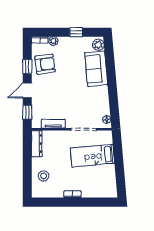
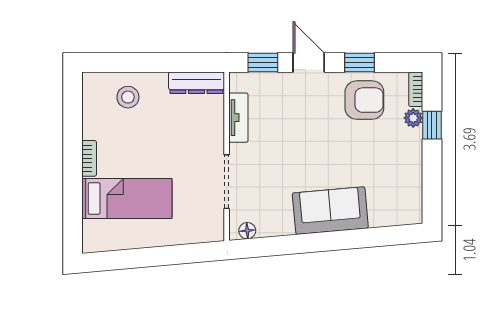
window: (76, 32) -> (432, 125), moved
plant: (98, 45) -> (405, 213), removed
armchair: (45, 64) -> (364, 100), turned -82
sofa: (96, 69) -> (330, 211), moved
bed: (93, 156) -> (127, 198), moved, turned 95

